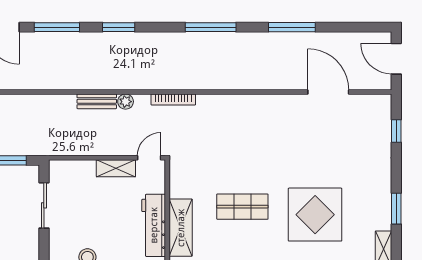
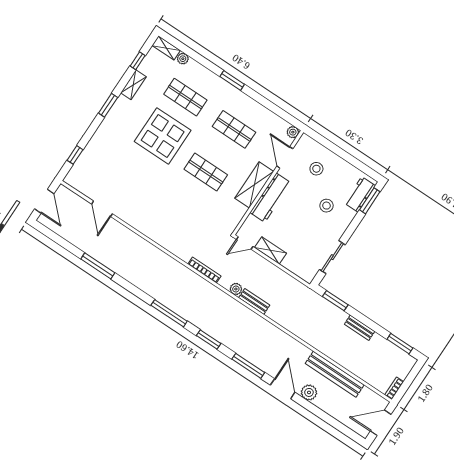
window: (211, 27) -> (169, 313), moved
door: (328, 92) -> (102, 209), width x0.73

